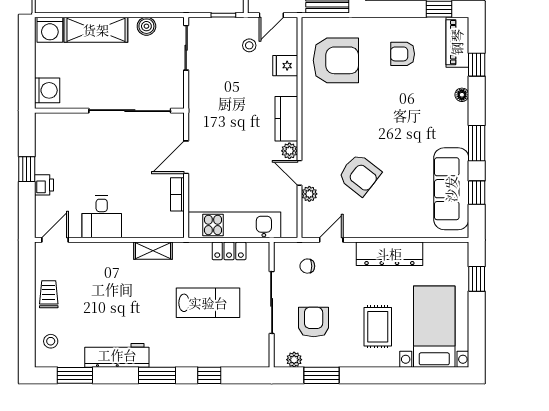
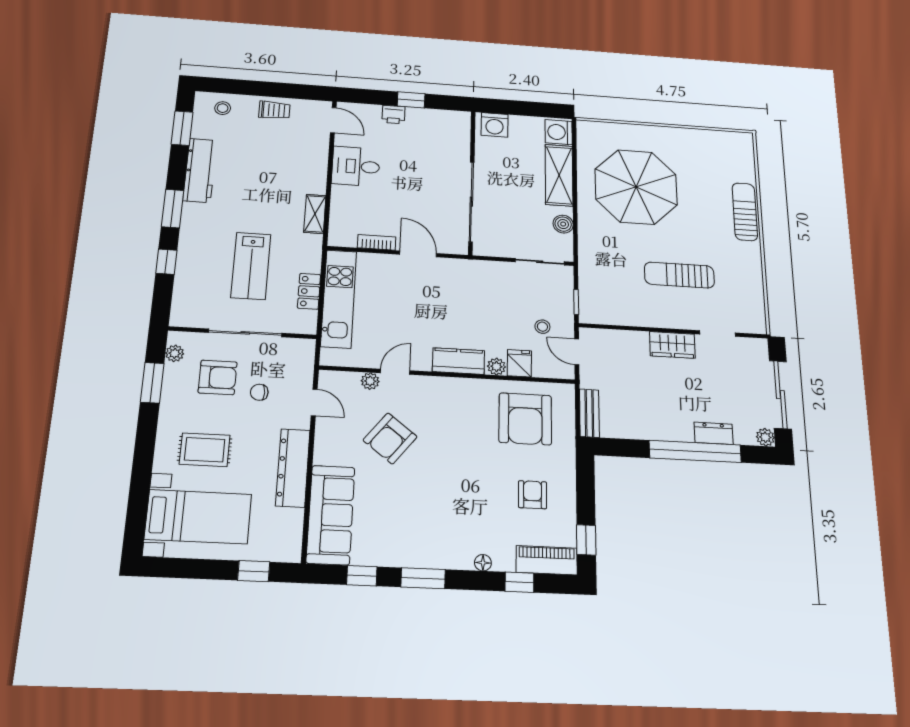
plant: (289, 151) -> (496, 367), moved
sofa: (451, 189) -> (331, 515), moved, turned 90
chair: (307, 266) -> (259, 392), moved, turned -90

